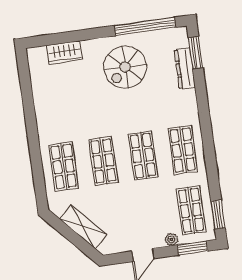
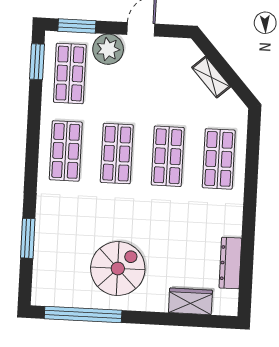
window: (196, 53) -> (28, 238), moved
dresser: (185, 68) -> (230, 263), moved, turned 180
shelving: (83, 227) -> (211, 77), width x0.67, depth x0.75
plant: (171, 239) -> (108, 49), width x1.87, depth x1.87

